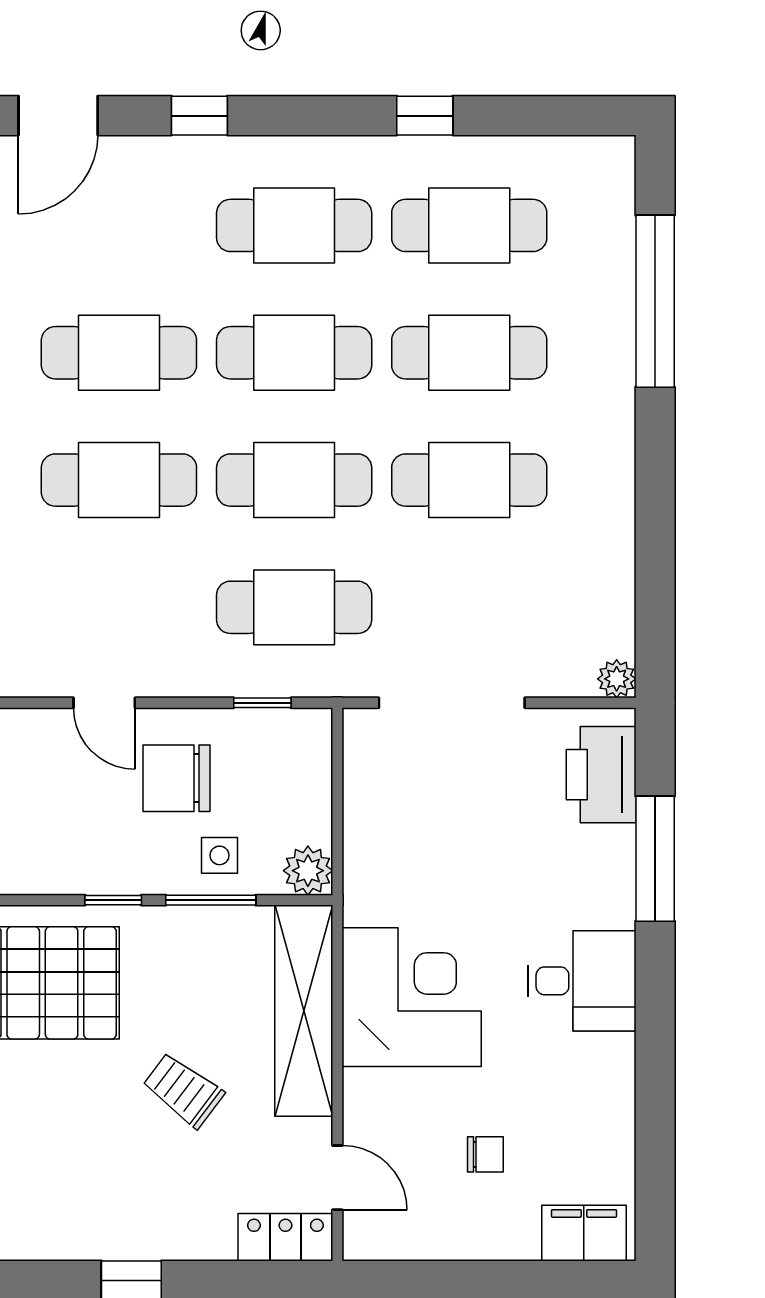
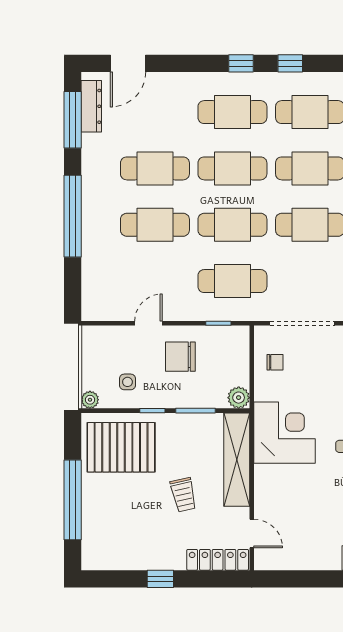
window: (199, 116) -> (241, 63), moved
door: (104, 703) -> (148, 323), swing flipped
side table: (220, 855) -> (127, 382), moved
corner desk: (412, 997) -> (285, 433), moved
trolley: (183, 1090) -> (183, 495), turned -140
chair: (485, 1154) -> (275, 362), moved
locker: (285, 1237) -> (218, 560), width x1.53

